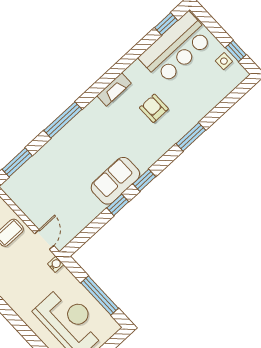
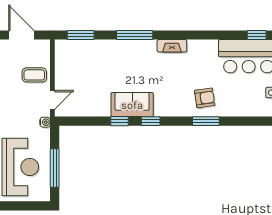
fireplace: (114, 89) -> (172, 46), moved
armchair: (154, 108) -> (205, 98), moved, turned 82

